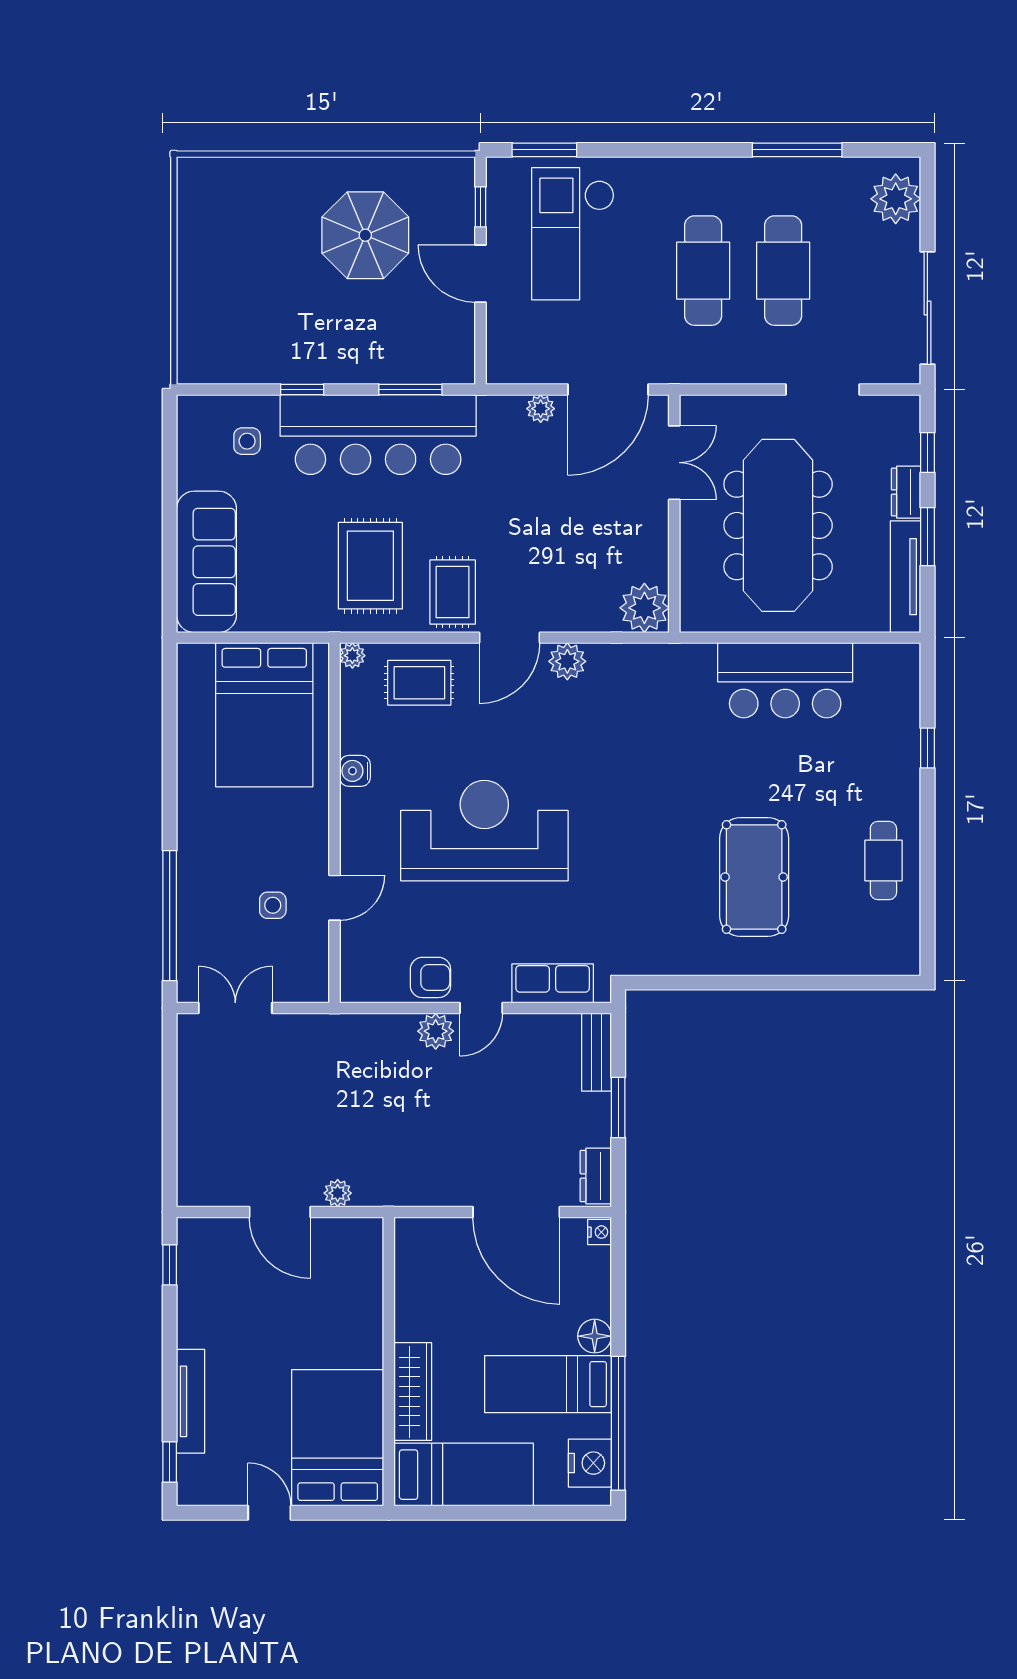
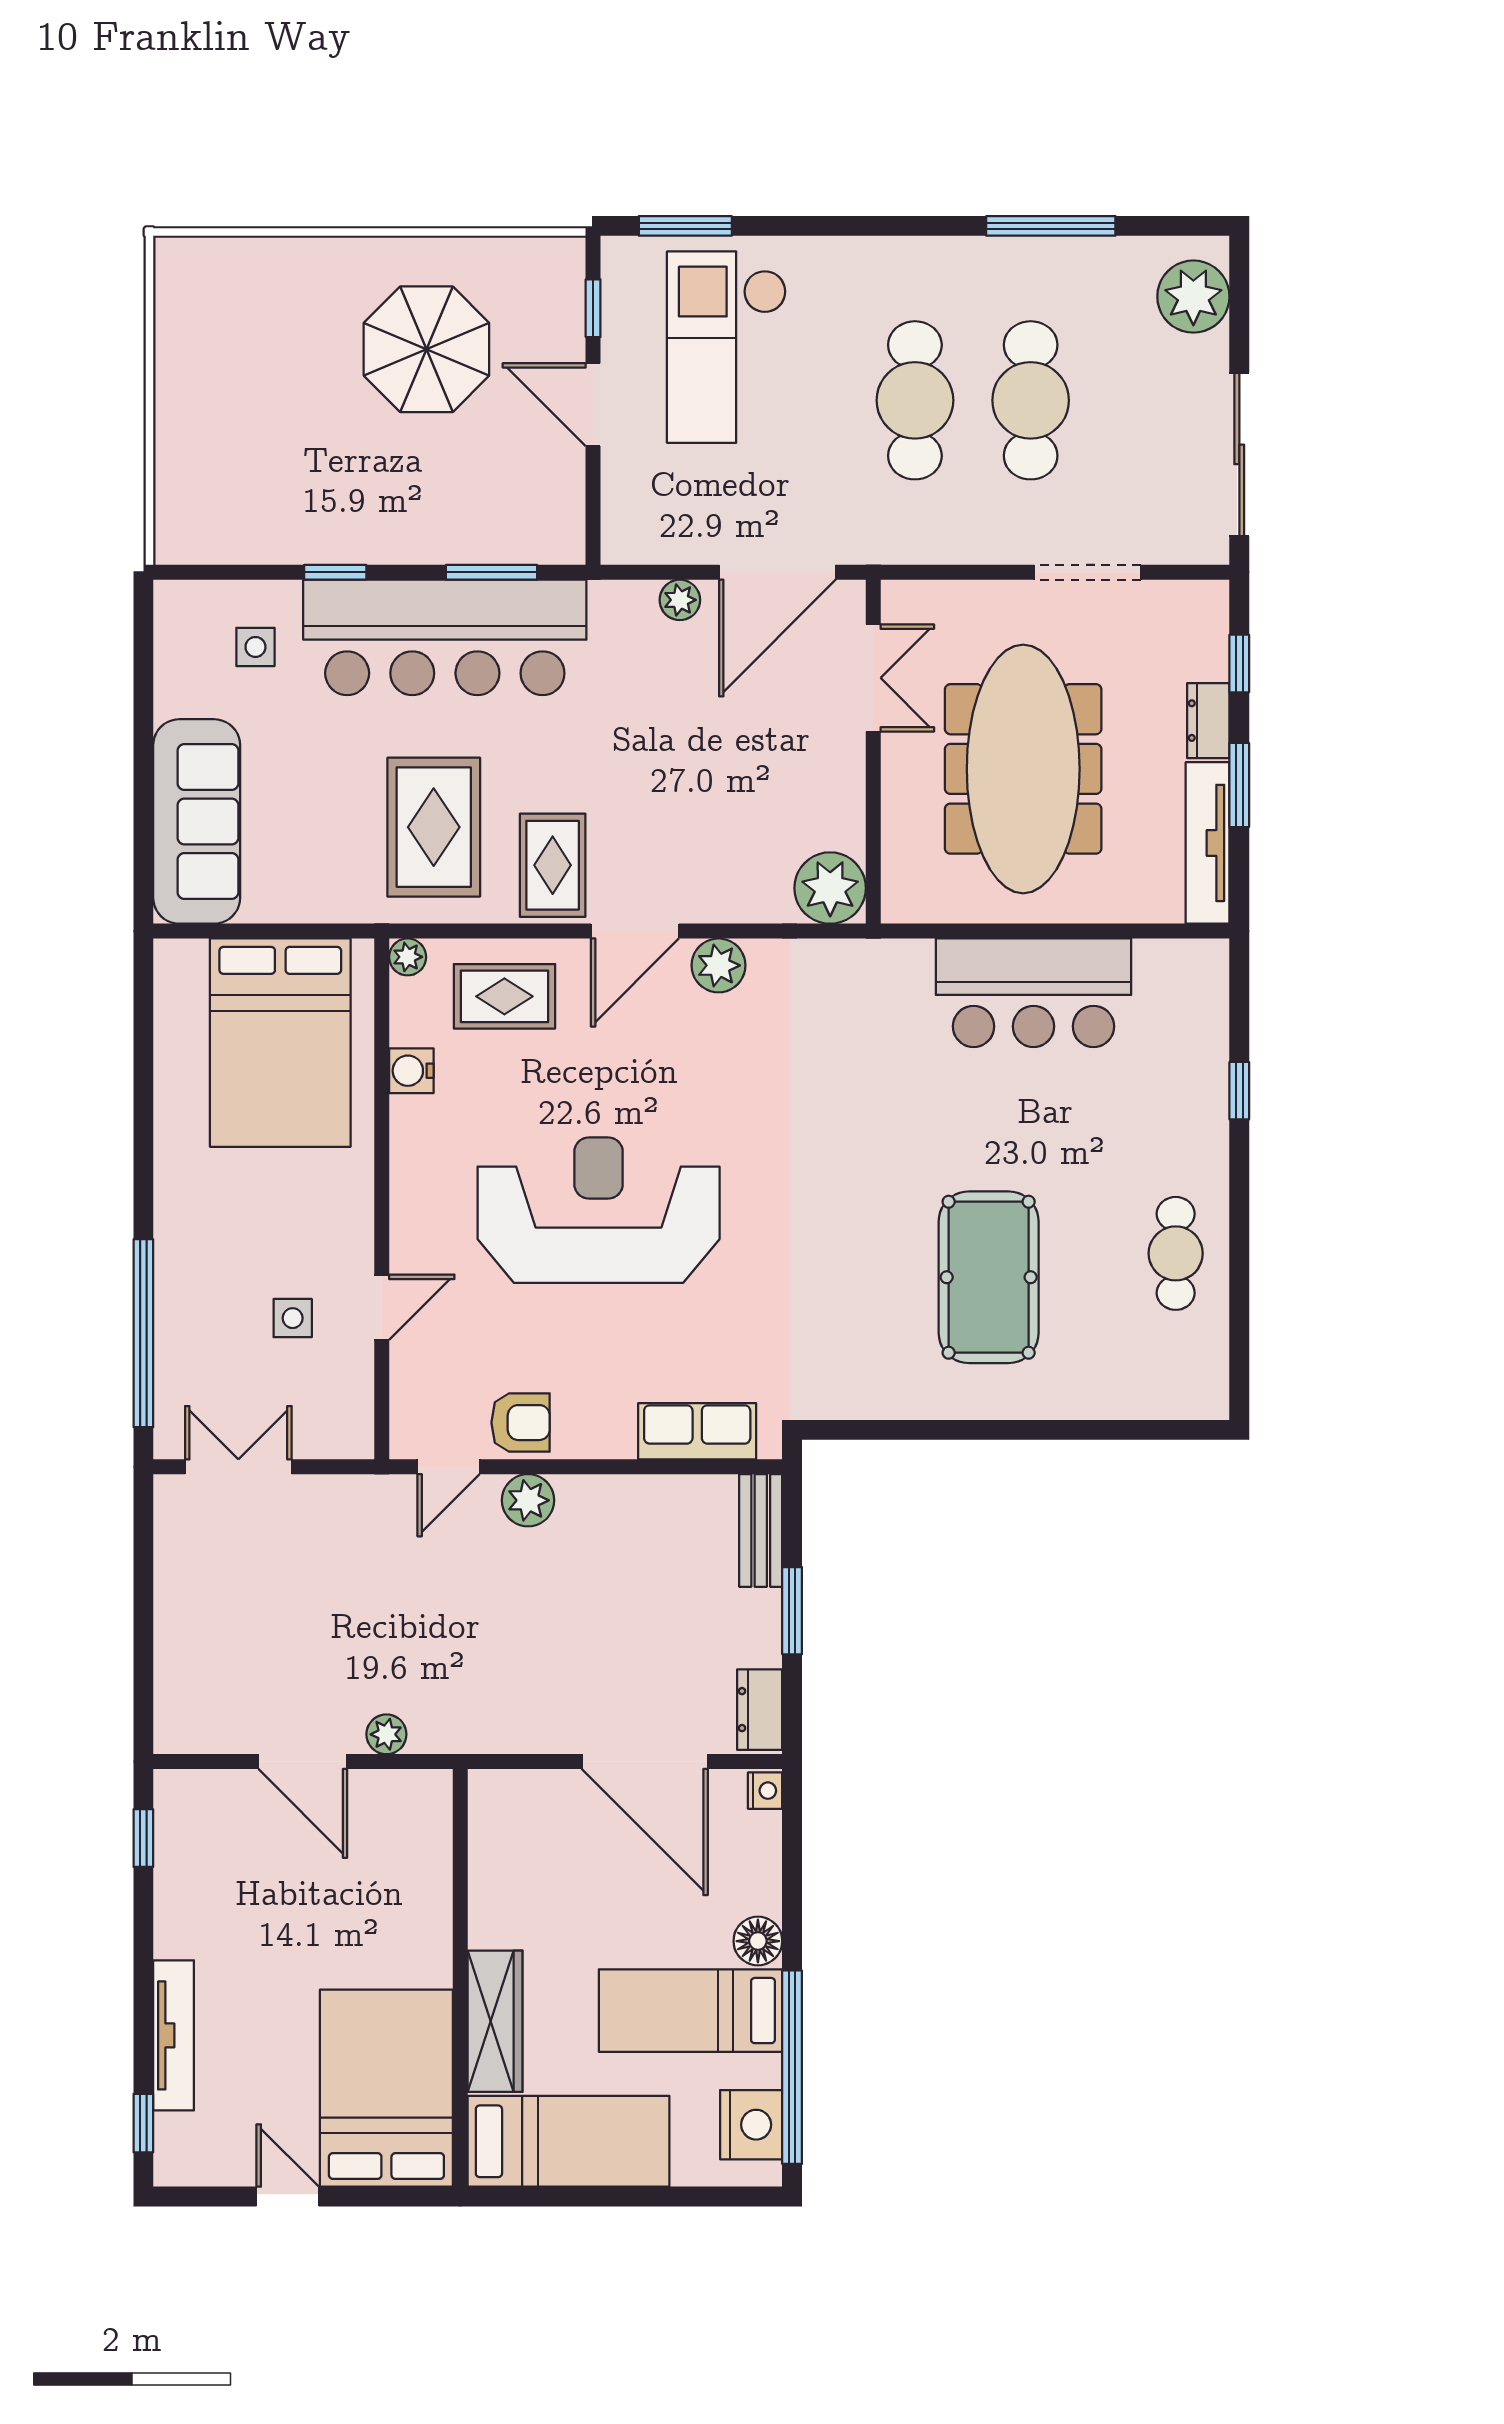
water cooler: (355, 771) -> (411, 1071), moved
door: (481, 1008) -> (448, 1467), moved

